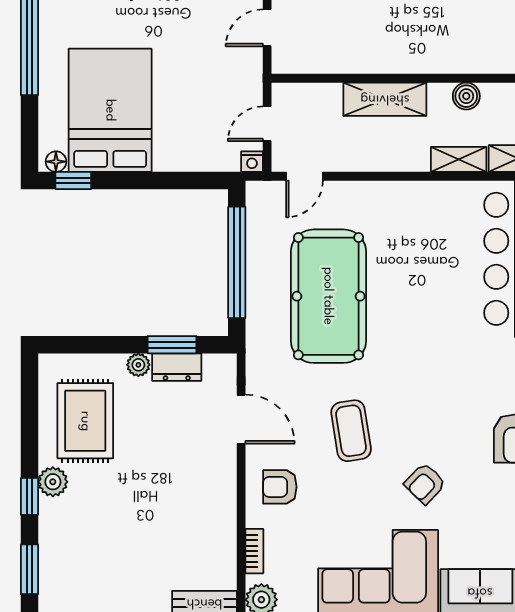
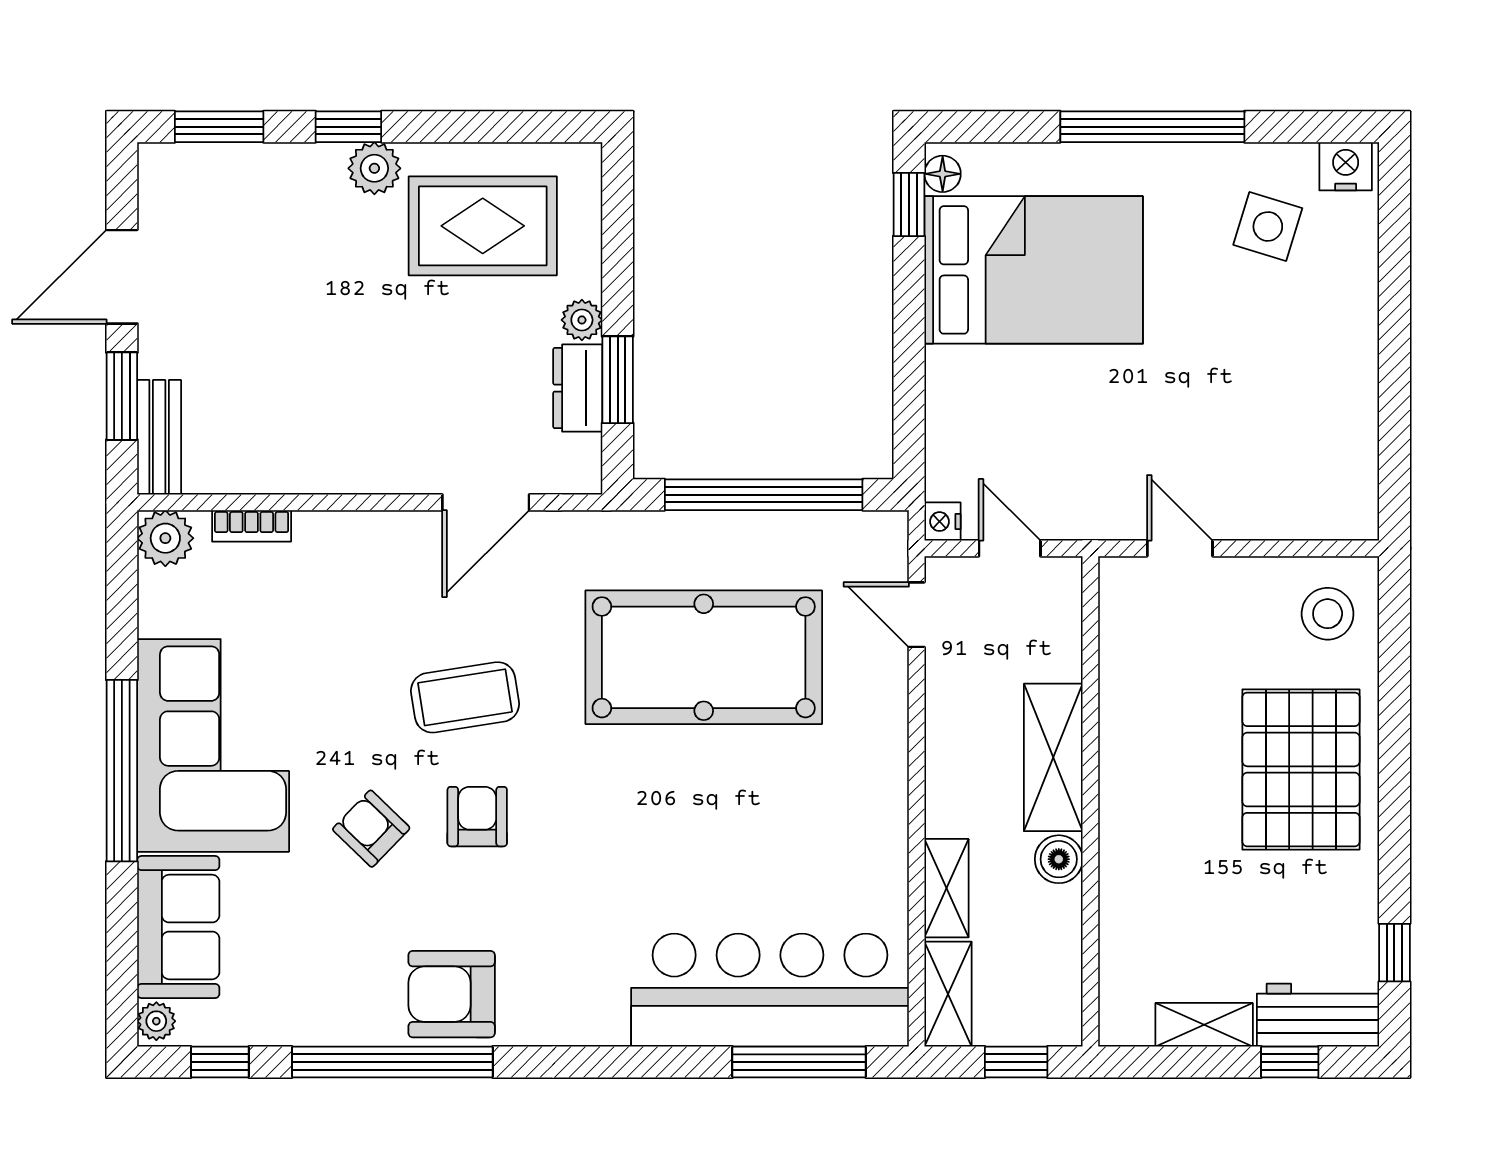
boiler: (466, 96) -> (1059, 859), moved
armchair: (280, 487) -> (477, 817), moved

